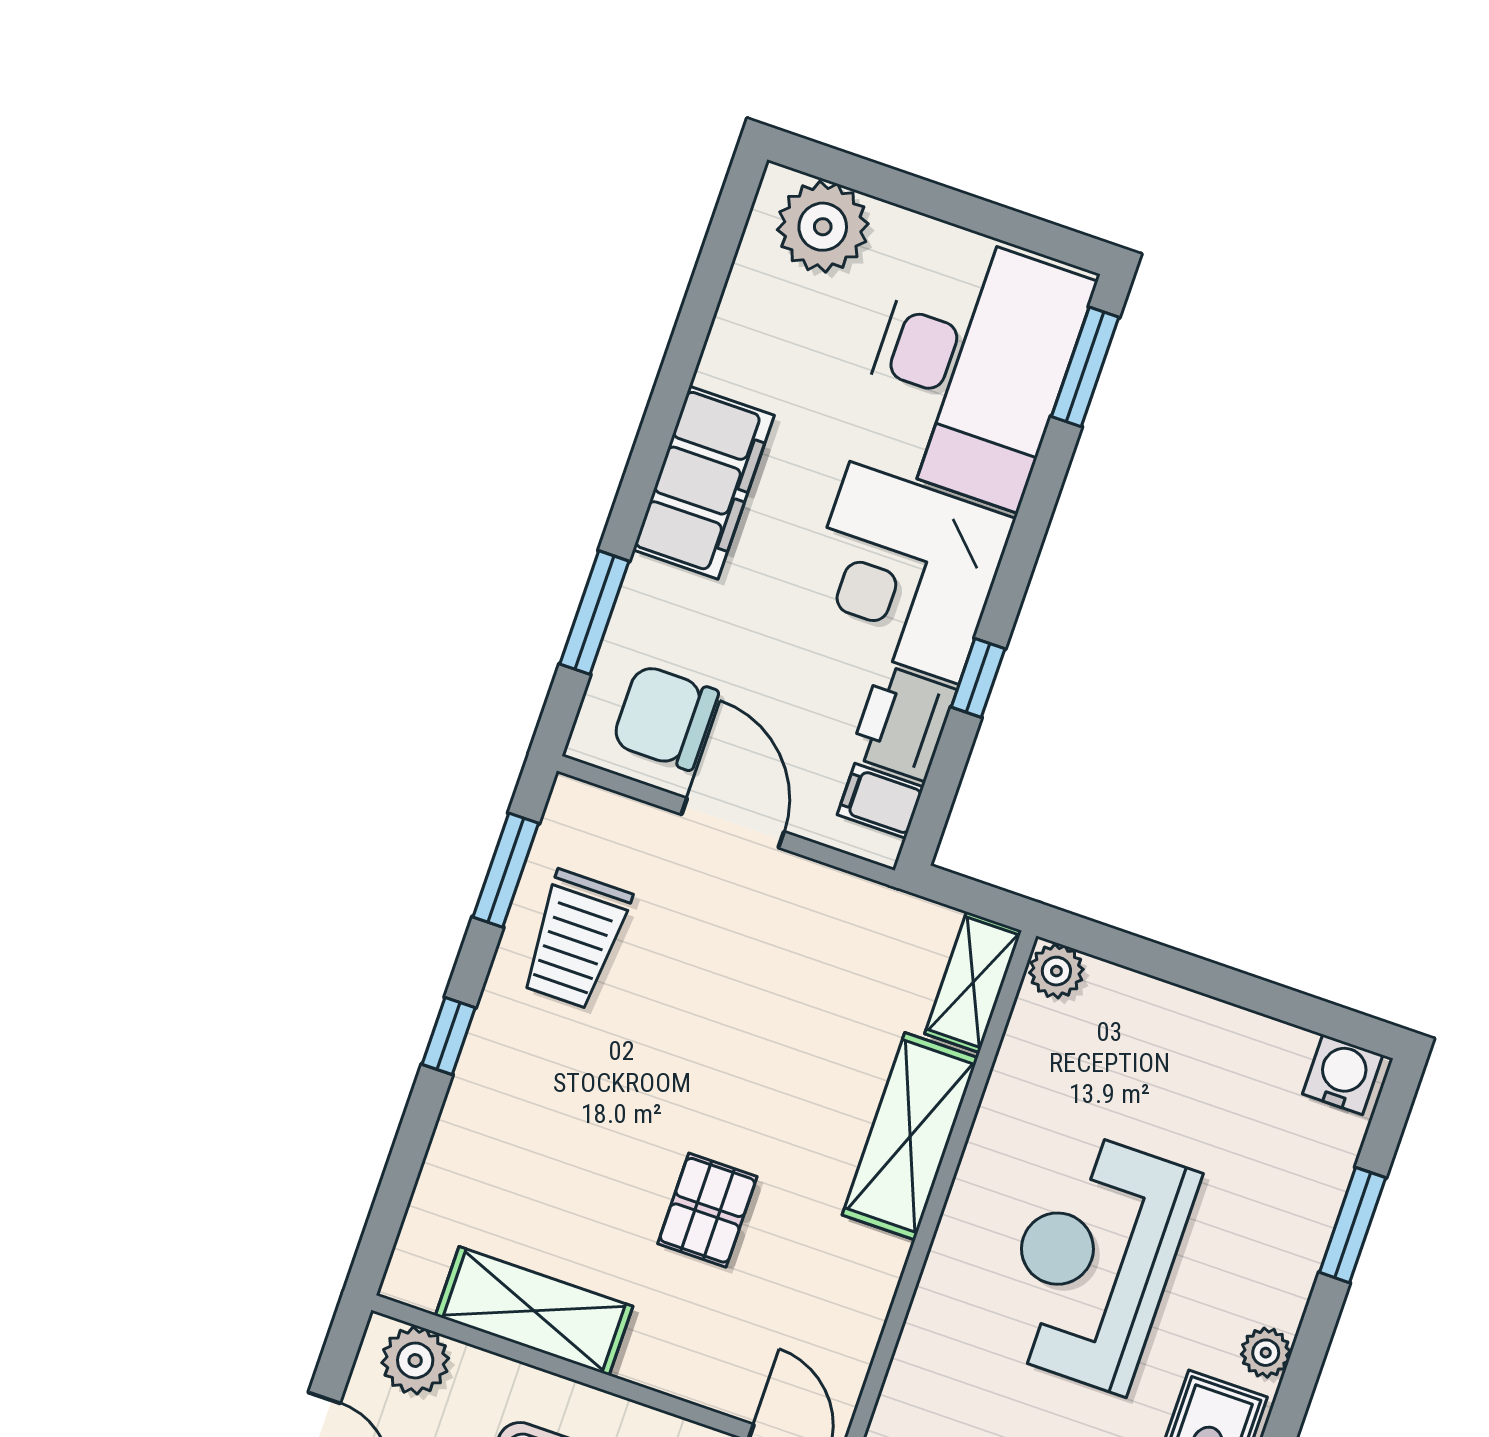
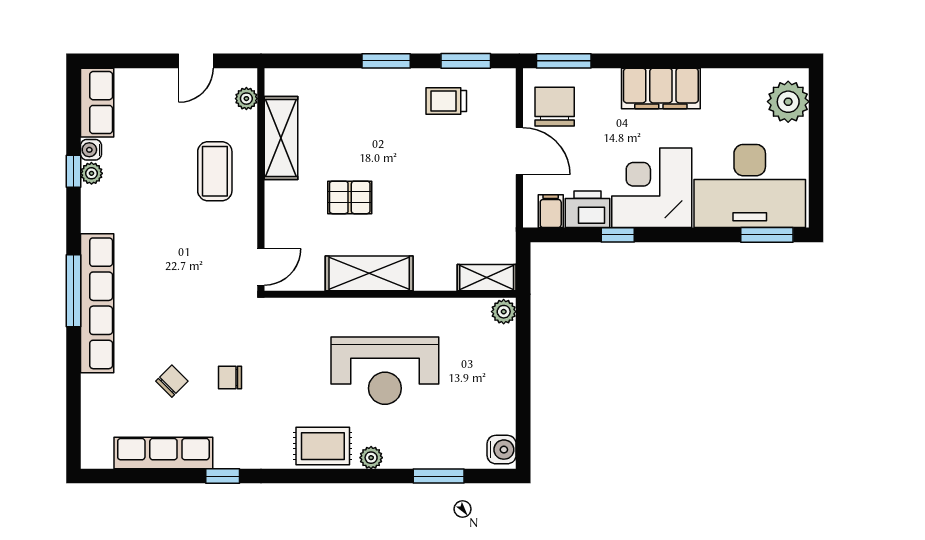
window: (594, 613) -> (564, 61), moved
door: (733, 823) -> (519, 151), hinge flipped
trolley: (576, 939) -> (446, 101), width x0.73, depth x0.72
window: (449, 1036) -> (386, 61), width x1.50
shelving: (910, 1136) -> (369, 273), moved
reception desk: (1094, 1261) -> (385, 371), turned 180
plant: (415, 1360) -> (246, 99), width x0.73, depth x0.73

